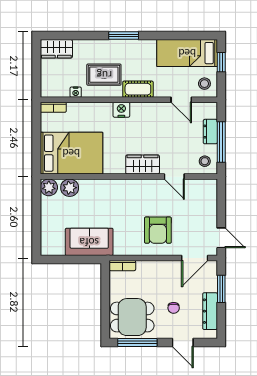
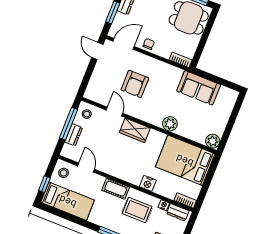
dresser: (56, 90) -> (178, 212), added
nightstand: (121, 110) -> (148, 183), moved
plant: (70, 188) -> (170, 124), moved
armchair: (158, 230) -> (135, 84), moved, turned 180
chair: (174, 308) -> (149, 44), moved

